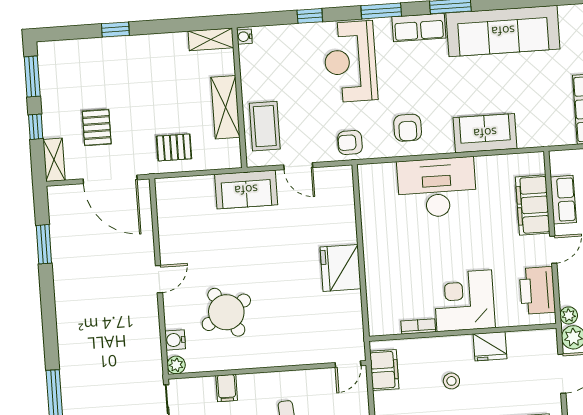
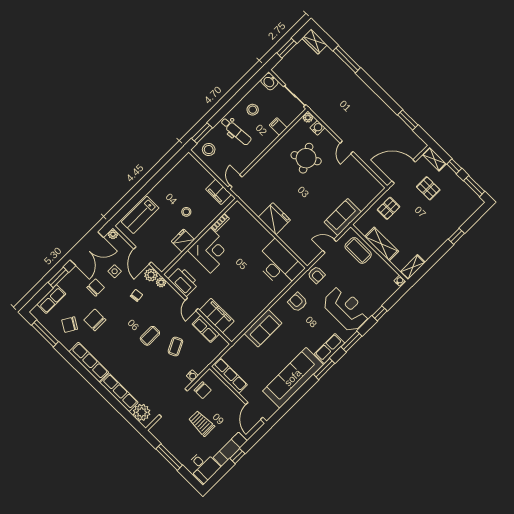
armchair: (350, 142) -> (316, 275), turned 90
desk: (437, 188) -> (279, 264), moved, turned -90

